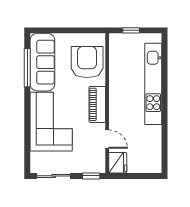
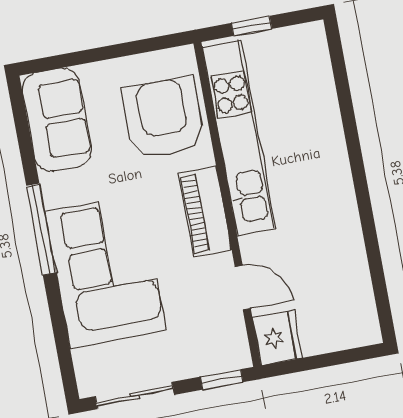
sofa: (42, 62) -> (57, 120), width x0.73
window: (27, 68) -> (41, 229), moved
kitchen unit: (153, 84) -> (239, 138), moved, turned 180

